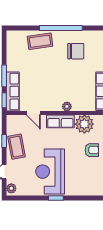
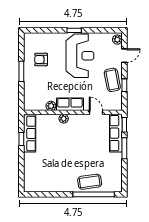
window: (61, 28) -> (94, 194), moved
chair: (76, 51) -> (55, 172), removed
plant: (84, 124) -> (51, 106), width x0.53, depth x0.53
armchair: (92, 150) -> (41, 60), moved

